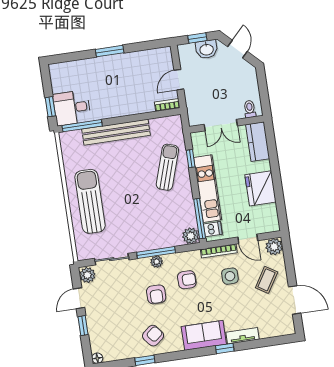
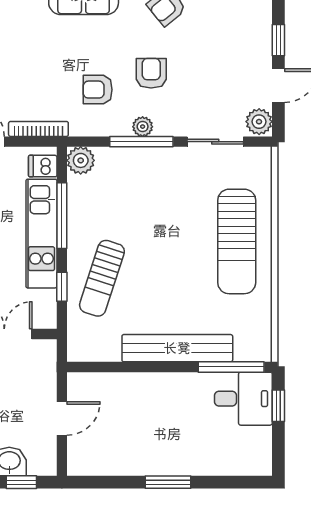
bookcase: (167, 105) -> (87, 380), removed
window: (200, 219) -> (62, 216), moved
side table: (230, 276) -> (26, 85), removed

